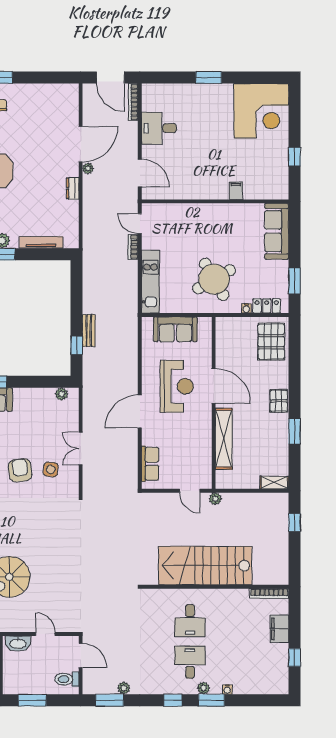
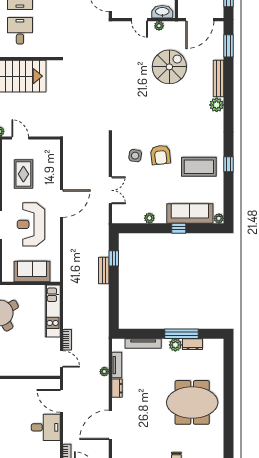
desk: (159, 128) -> (46, 427), moved
plant: (88, 168) -> (104, 372), moved
tv unit: (73, 216) -> (117, 365), added
plant: (62, 394) -> (149, 218), moved
rug: (186, 447) -> (23, 174), added
double door: (81, 449) -> (110, 190), moved
row of seats: (150, 464) -> (53, 160), removed
plant: (22, 627) -> (159, 26), added

